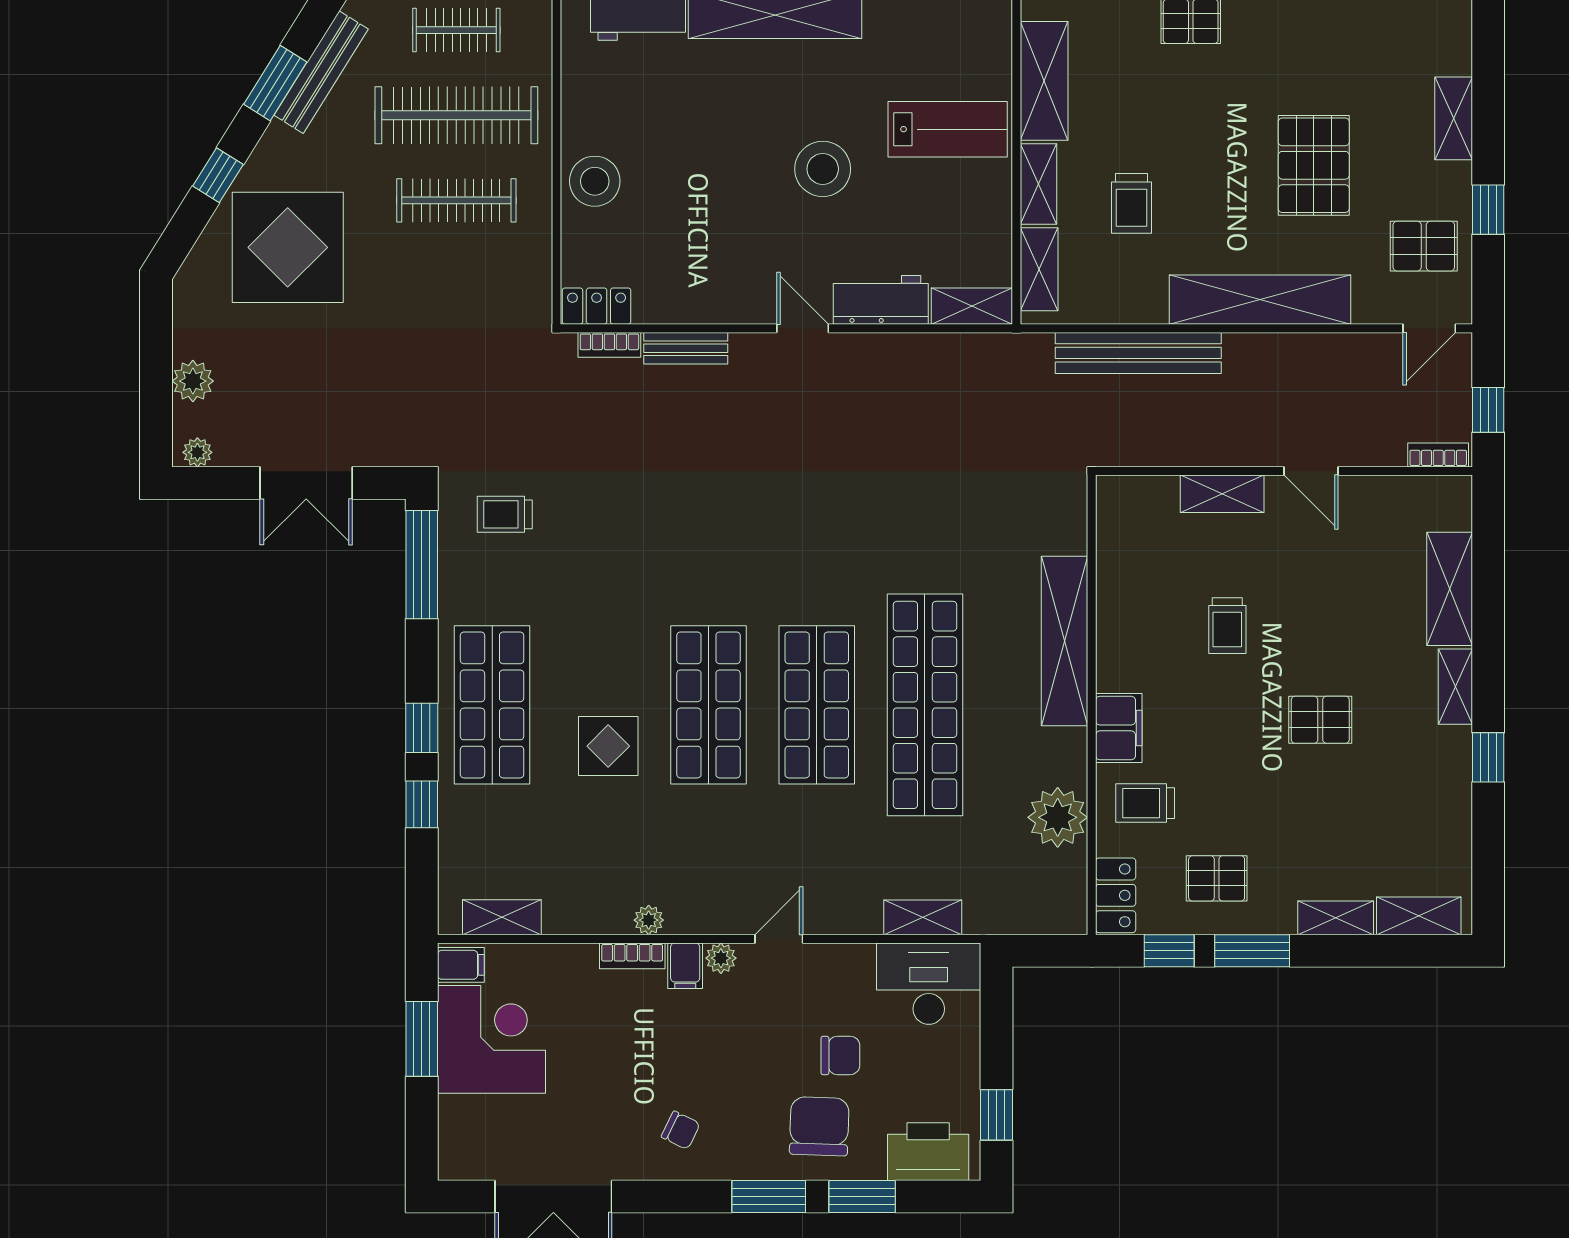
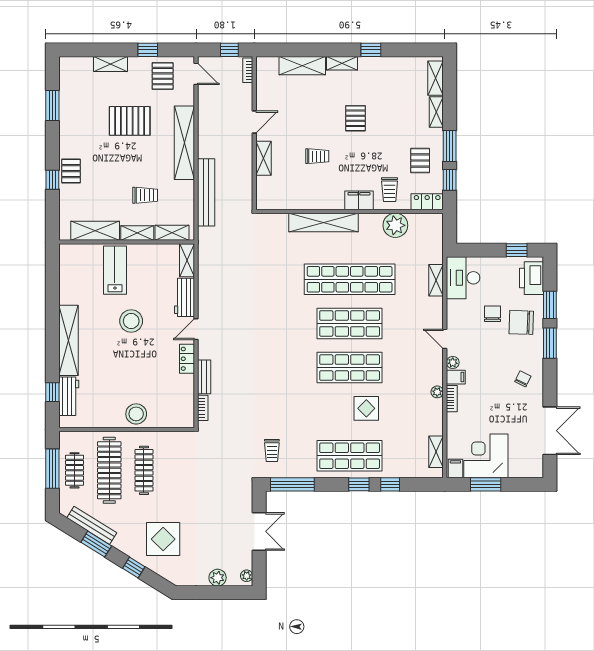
display table: (288, 247) -> (163, 539), width x0.73, depth x0.73
locker: (597, 306) -> (187, 359), moved

